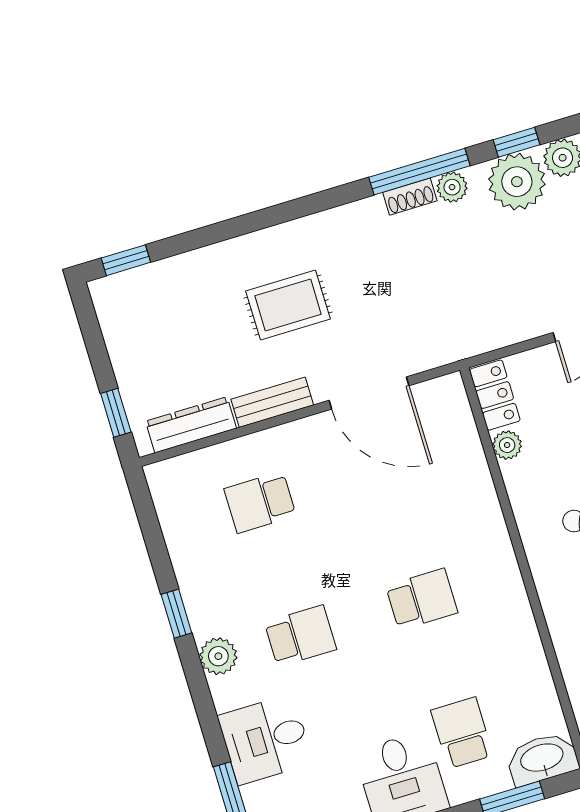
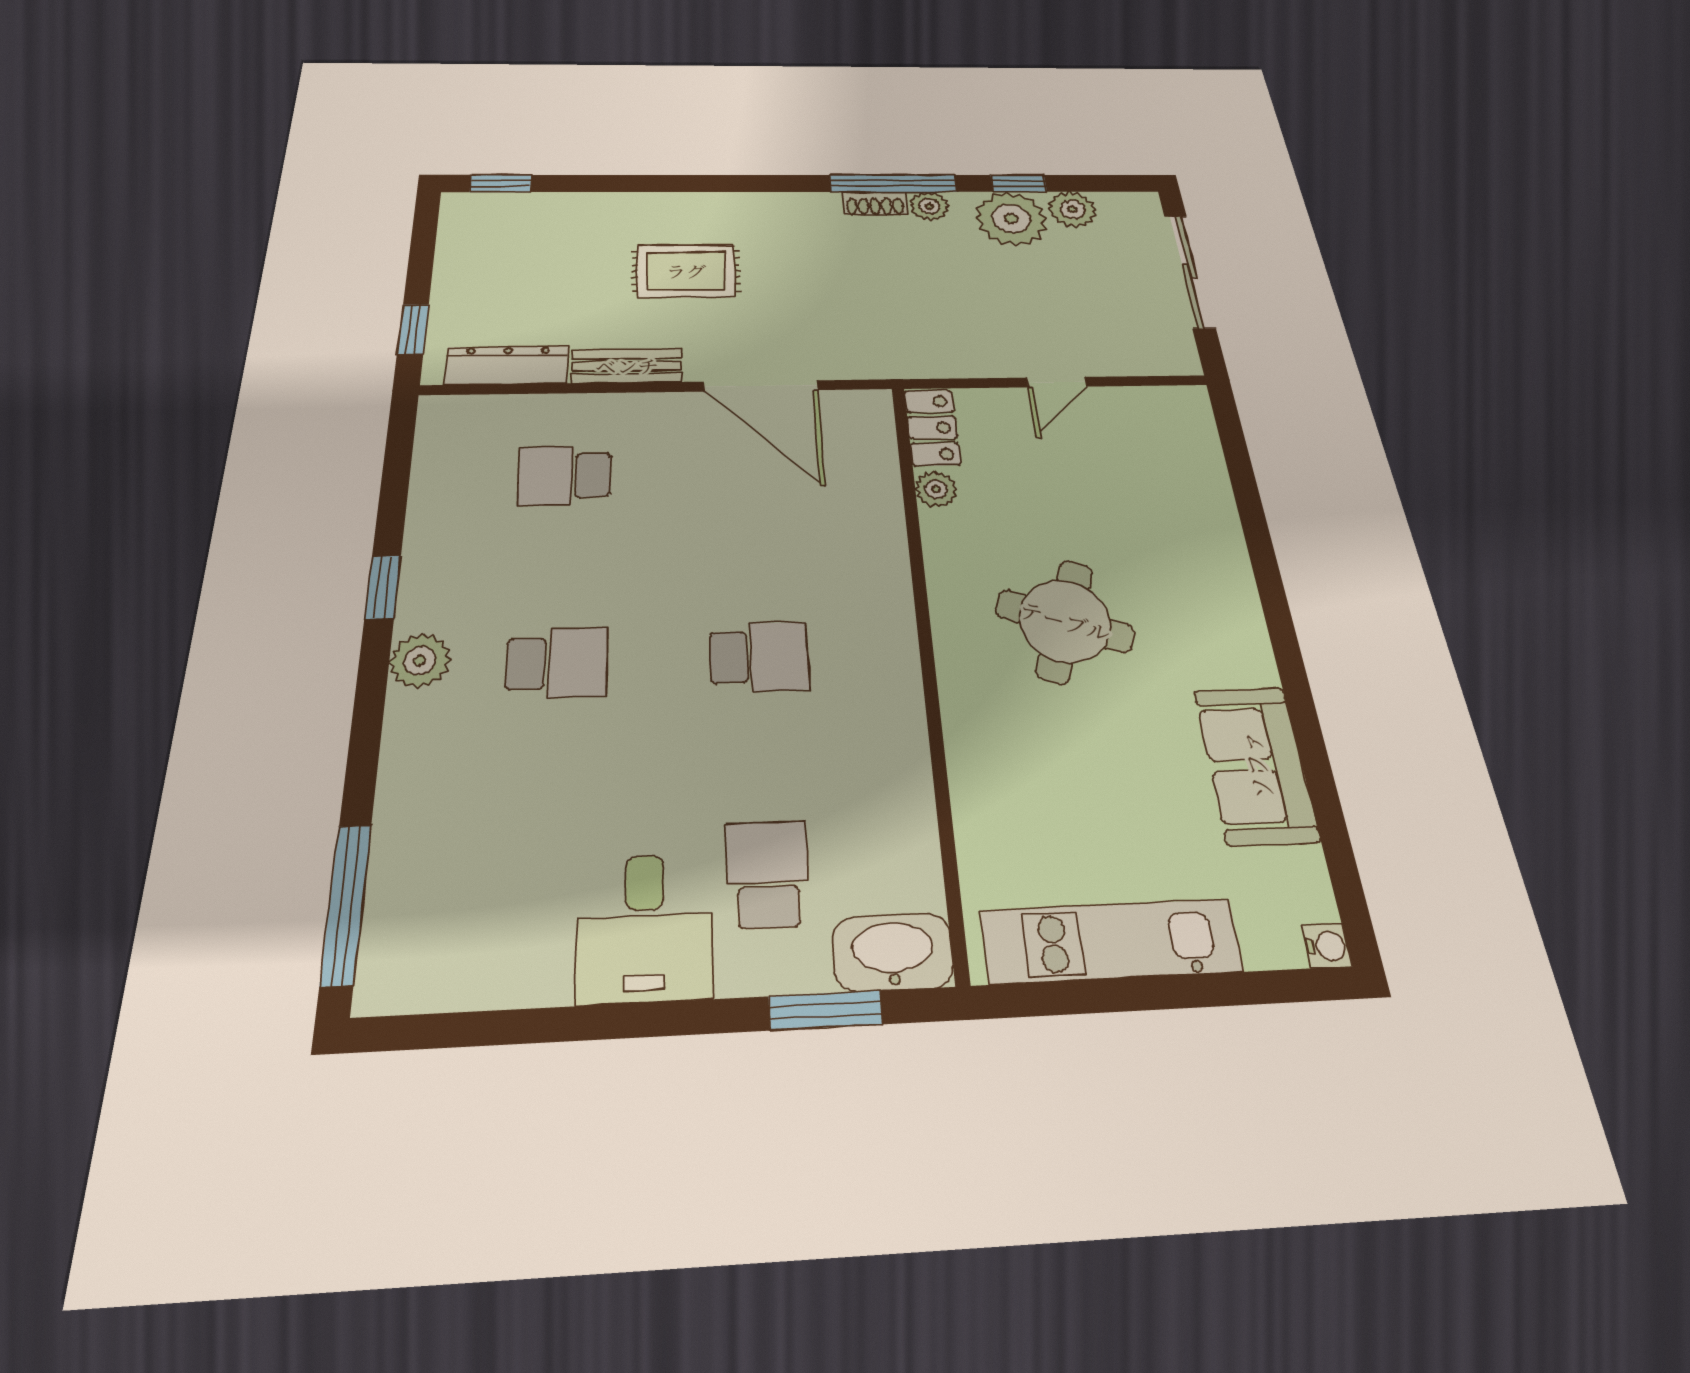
desk: (265, 739) -> (442, 804), removed

